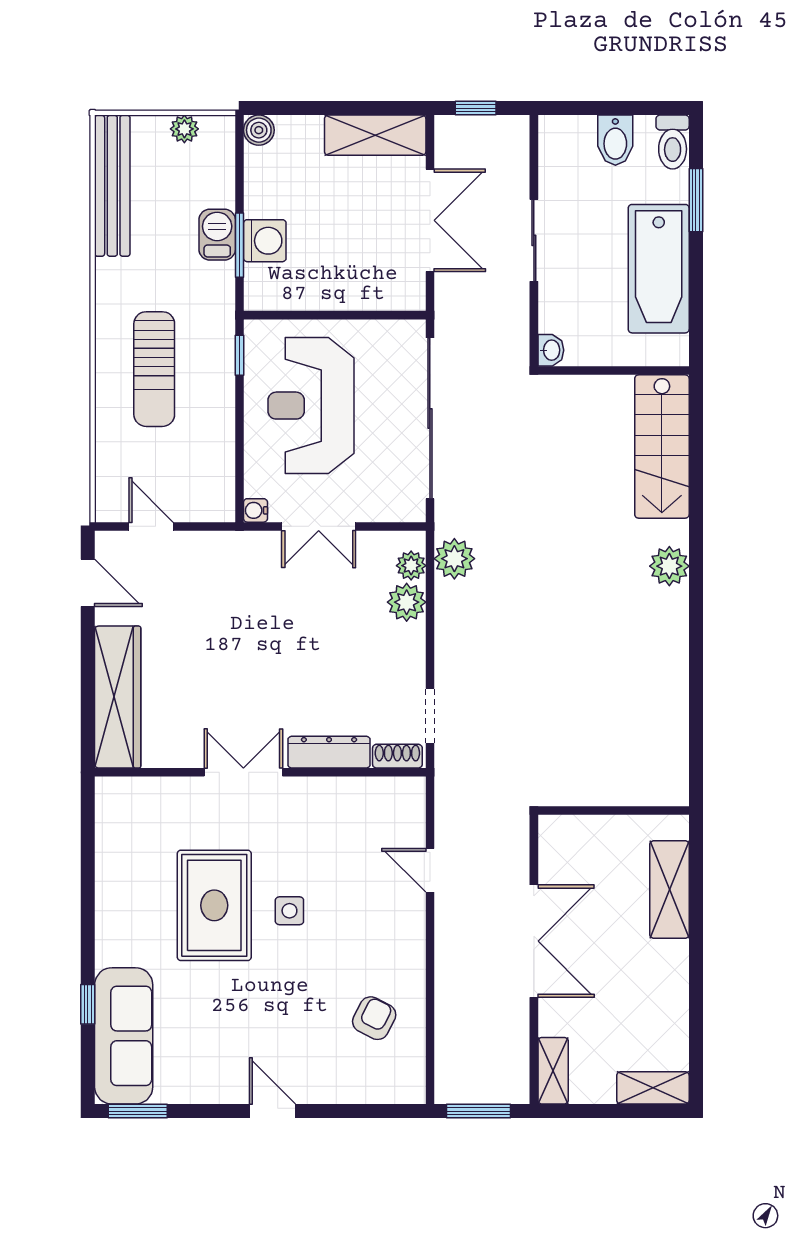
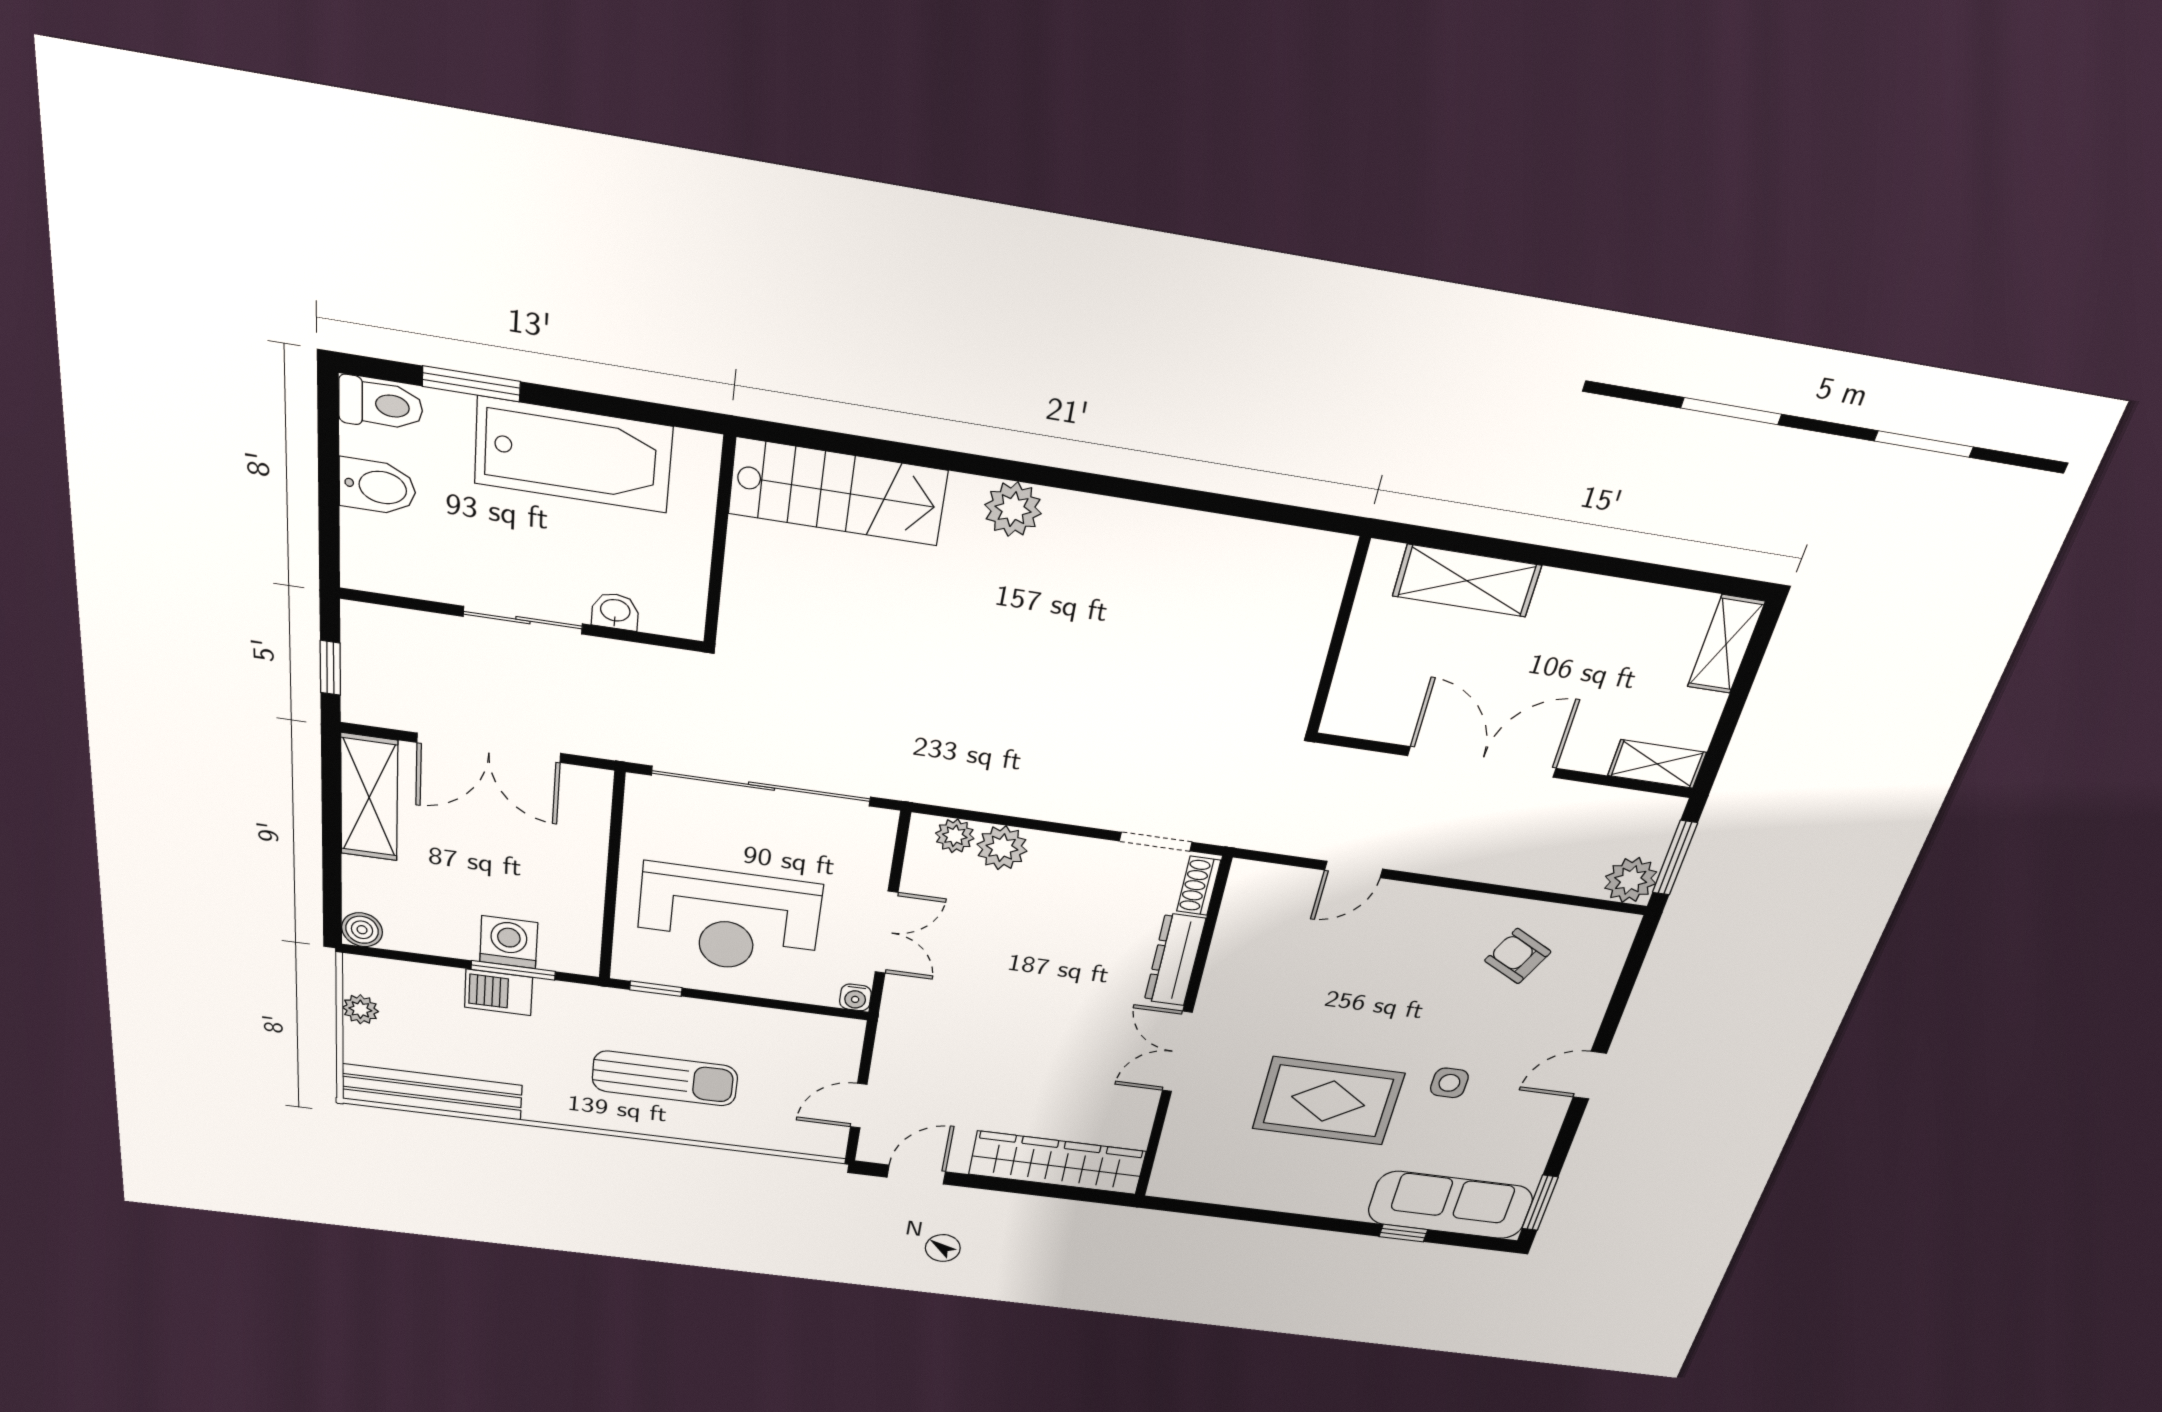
double door: (430, 220) -> (489, 748), swing flipped
washbasin: (551, 350) -> (615, 611), moved
plant: (454, 559) -> (1631, 880), moved
side table: (289, 911) -> (1449, 1083), moved

